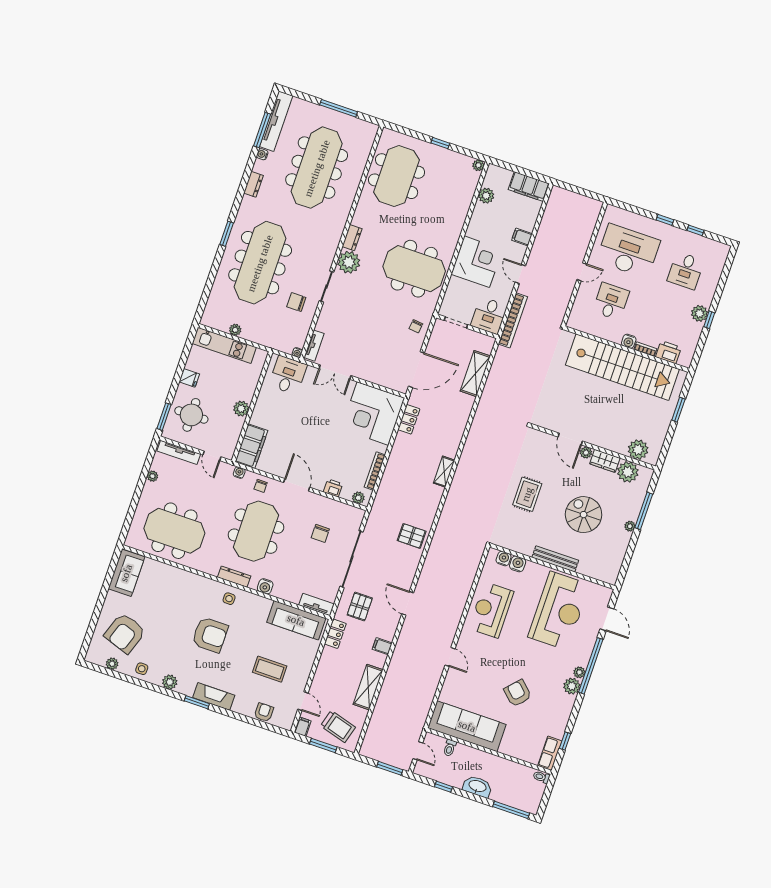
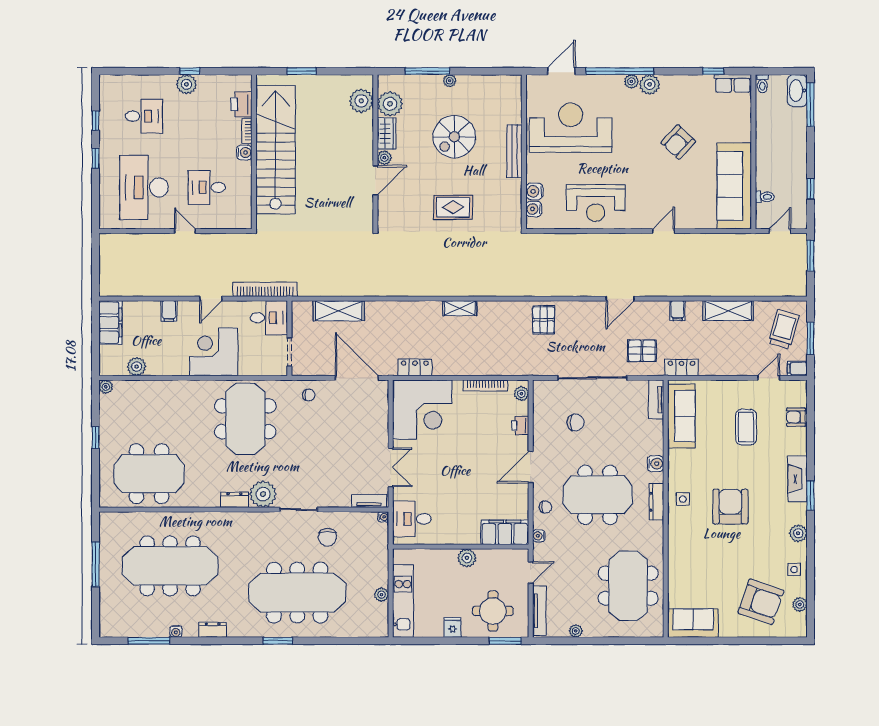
tv unit: (276, 121) -> (134, 629), removed
washbasin: (477, 786) -> (797, 91), moved

